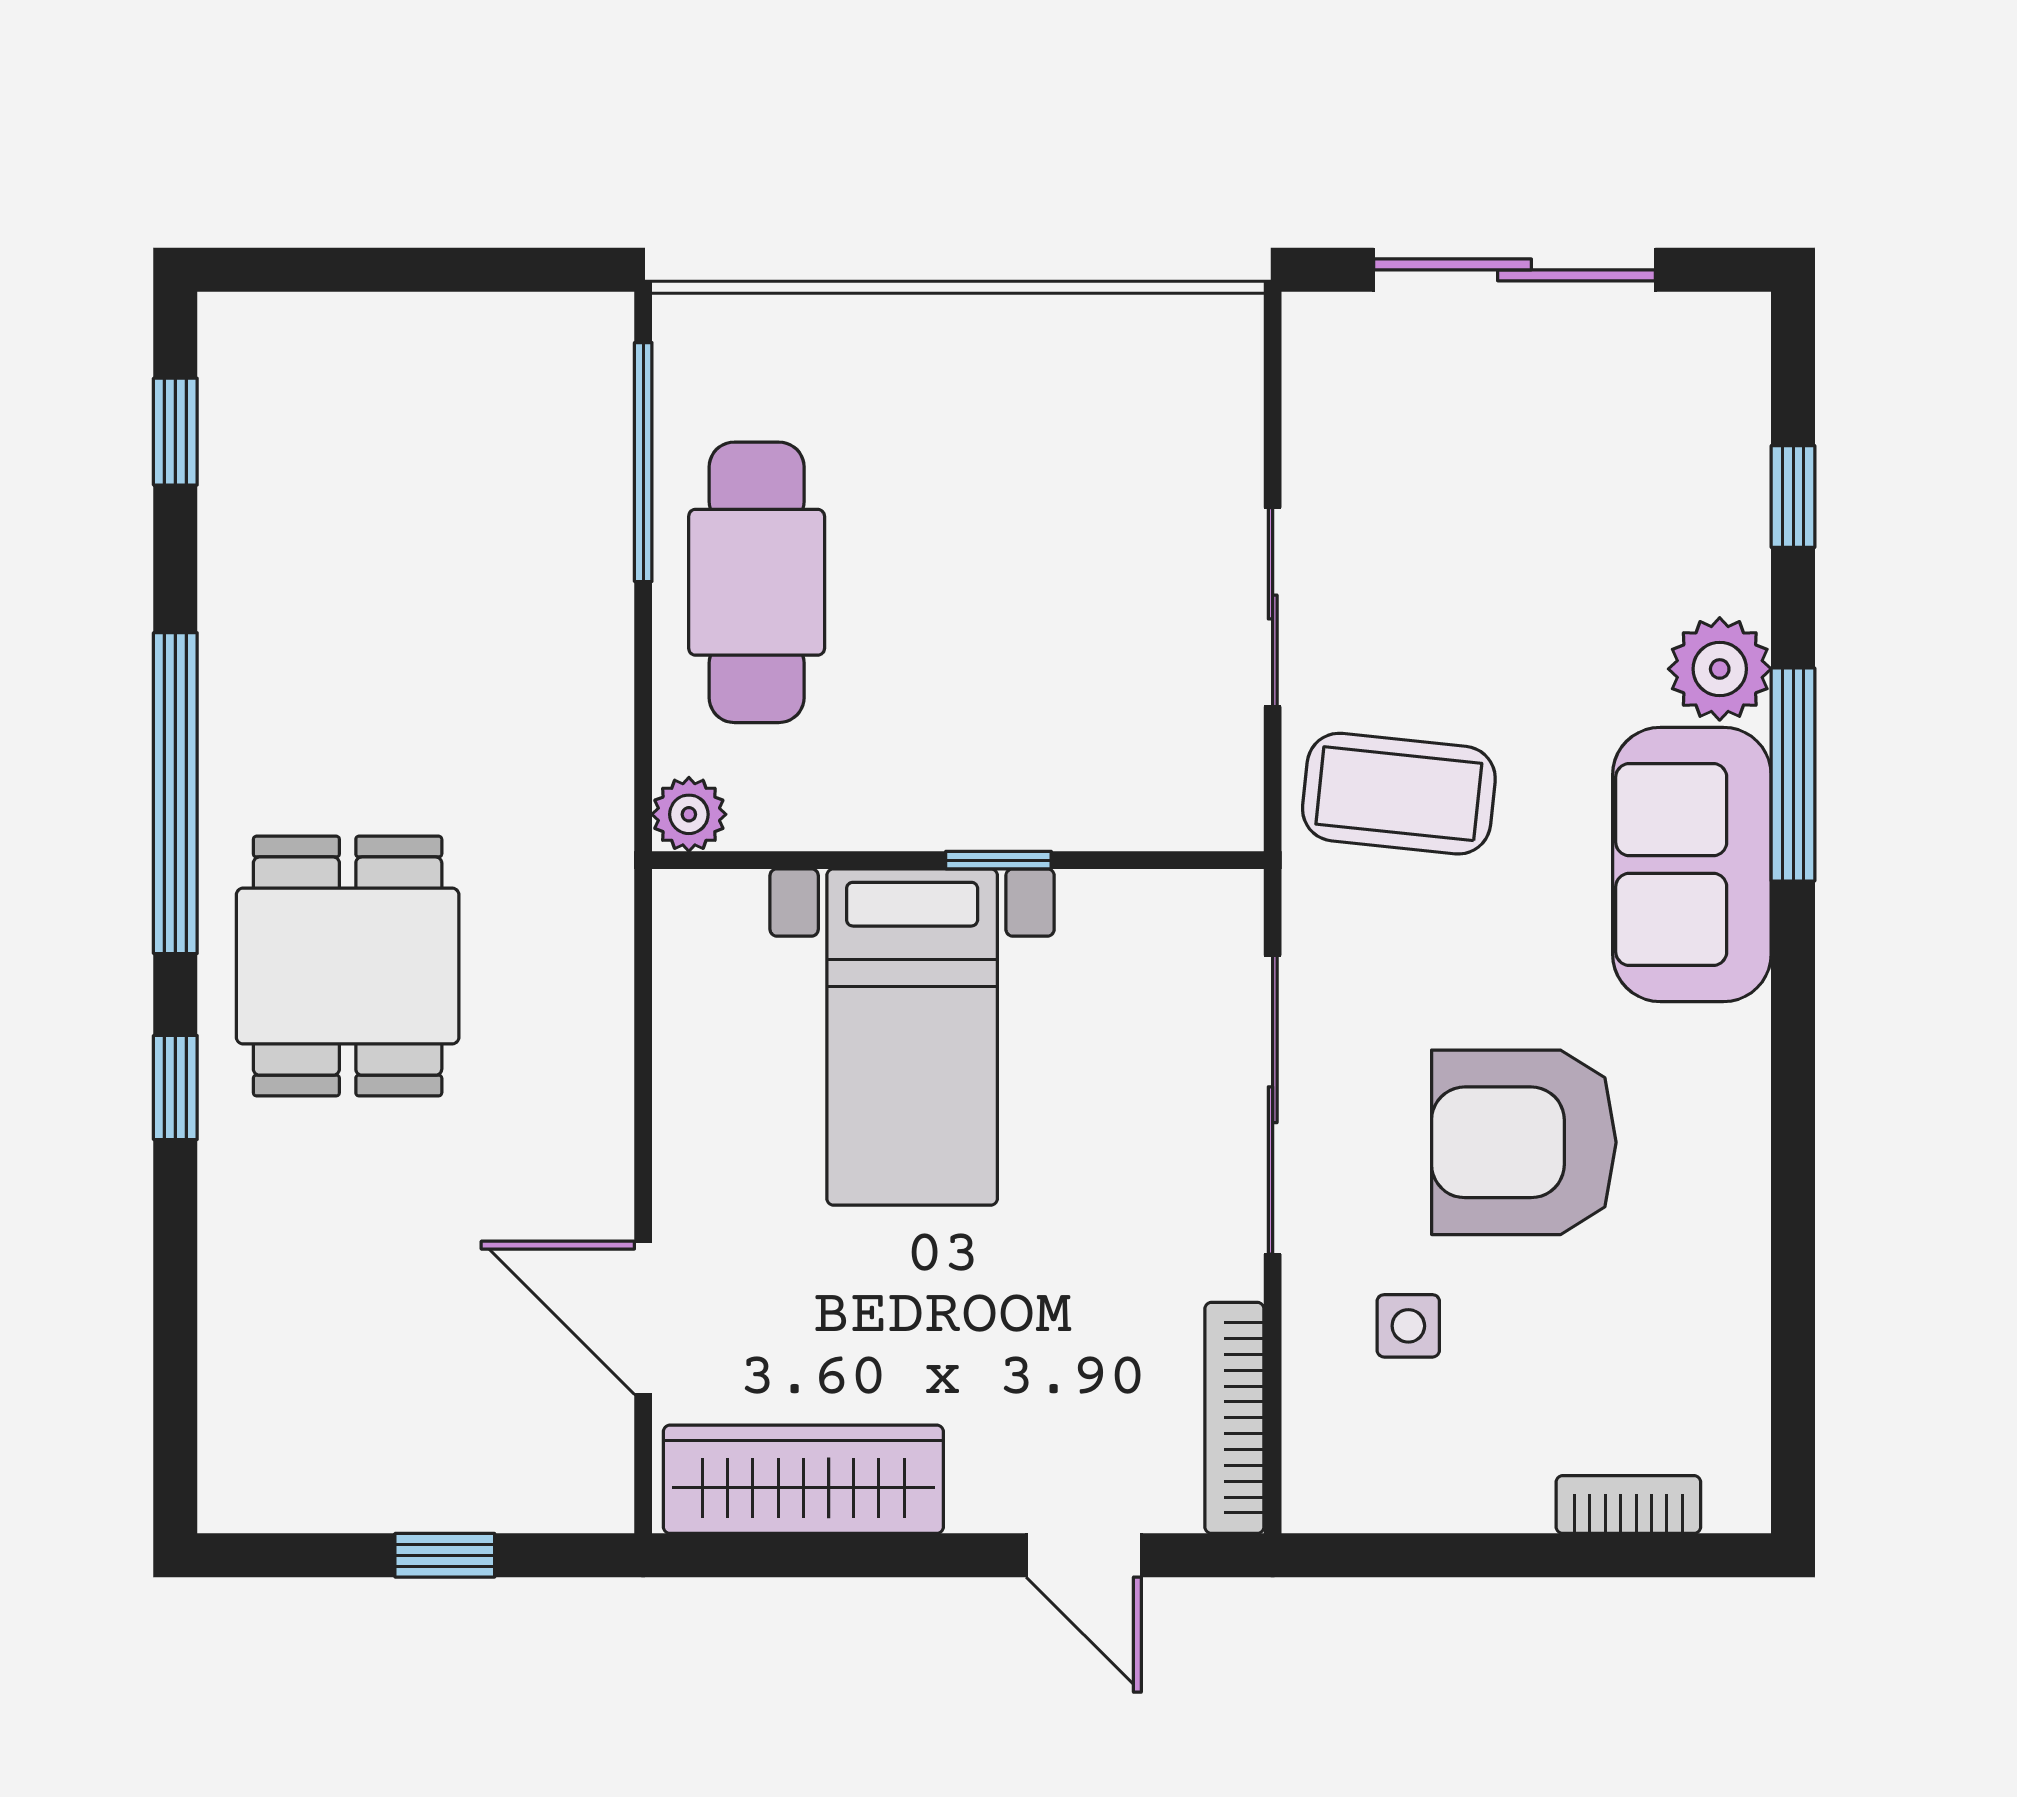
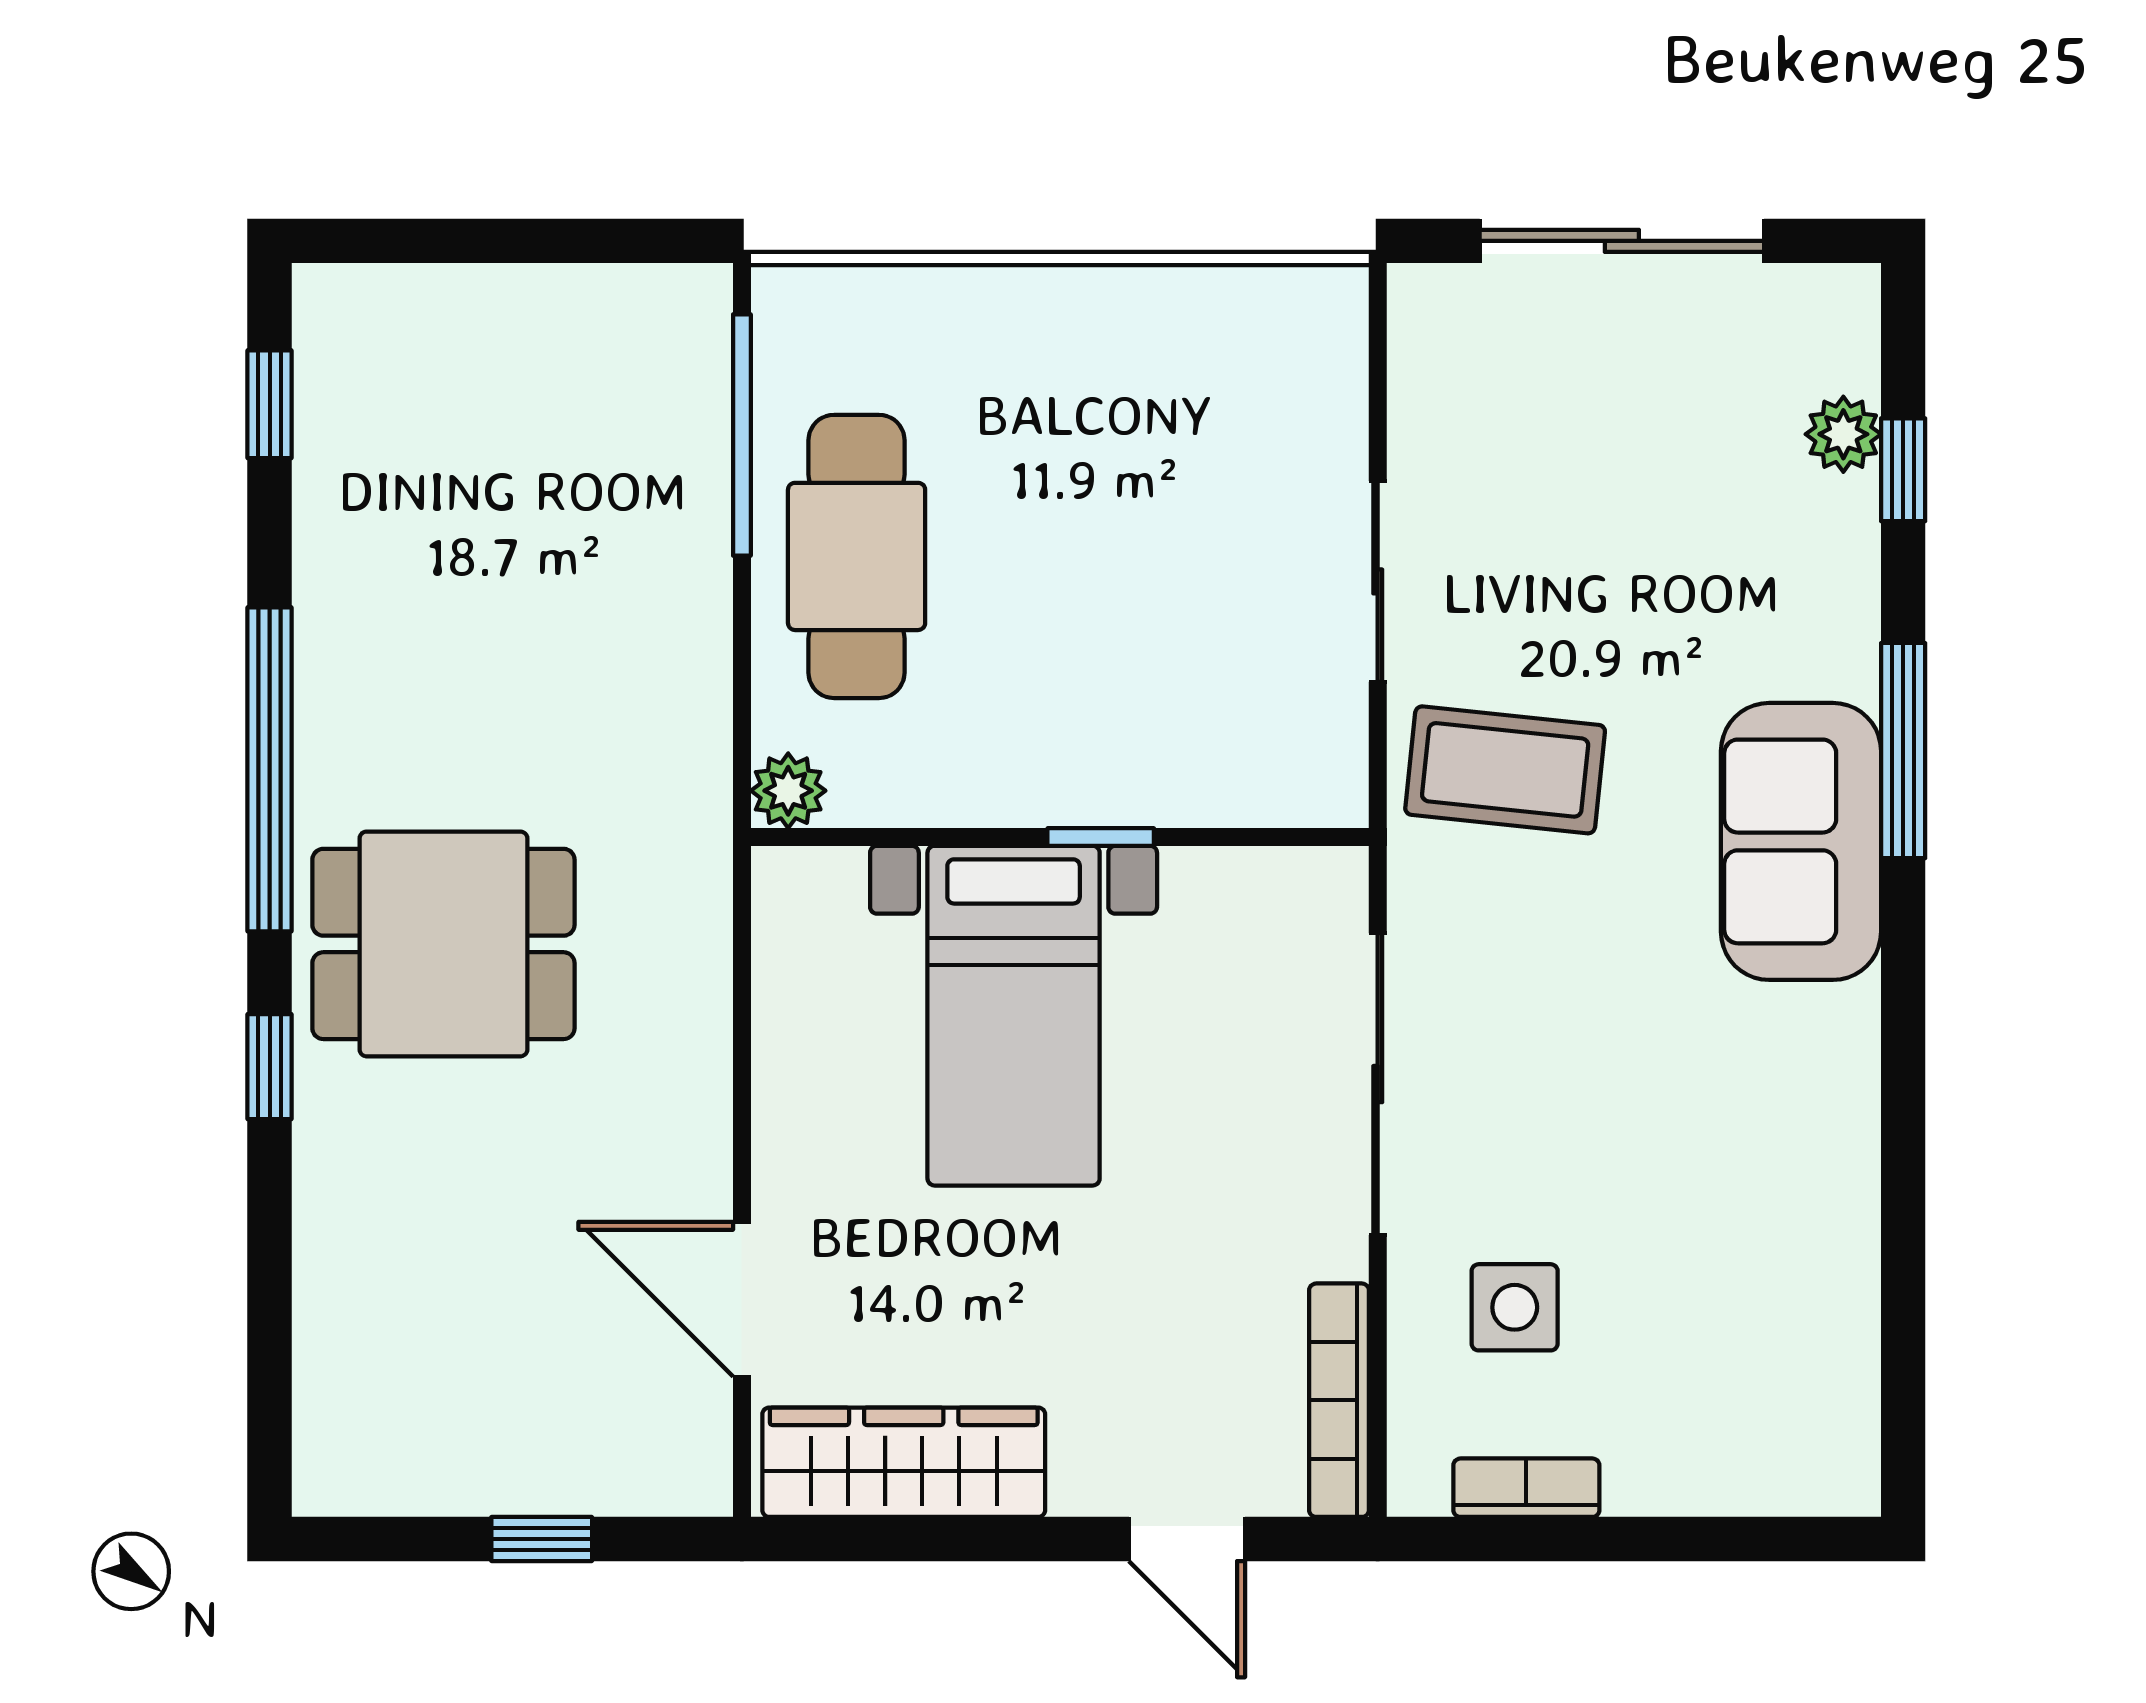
plant: (1720, 669) -> (1843, 434), moved, width x0.73, depth x0.73
dining table: (348, 966) -> (443, 944), turned 90
armchair: (1524, 1142) -> (1631, 1122), removed
side table: (1408, 1326) -> (1515, 1307), width x1.37, depth x1.37
bookcase: (1628, 1504) -> (1526, 1488), moved

